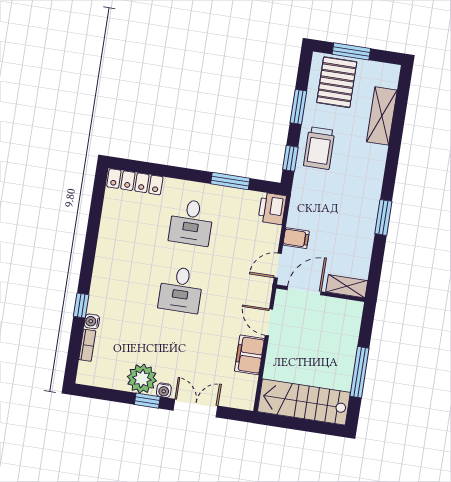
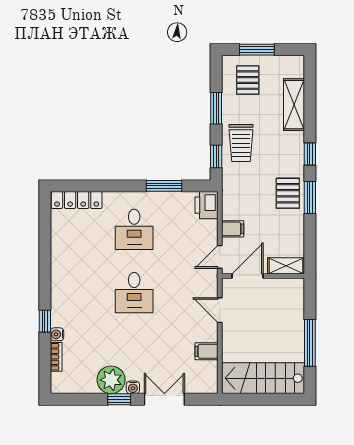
pallet: (337, 82) -> (248, 80), width x0.67, depth x0.71
window: (391, 171) -> (310, 154), added
pallet: (361, 209) -> (288, 193), added
filing cabinet: (249, 355) -> (206, 351), width x0.50

